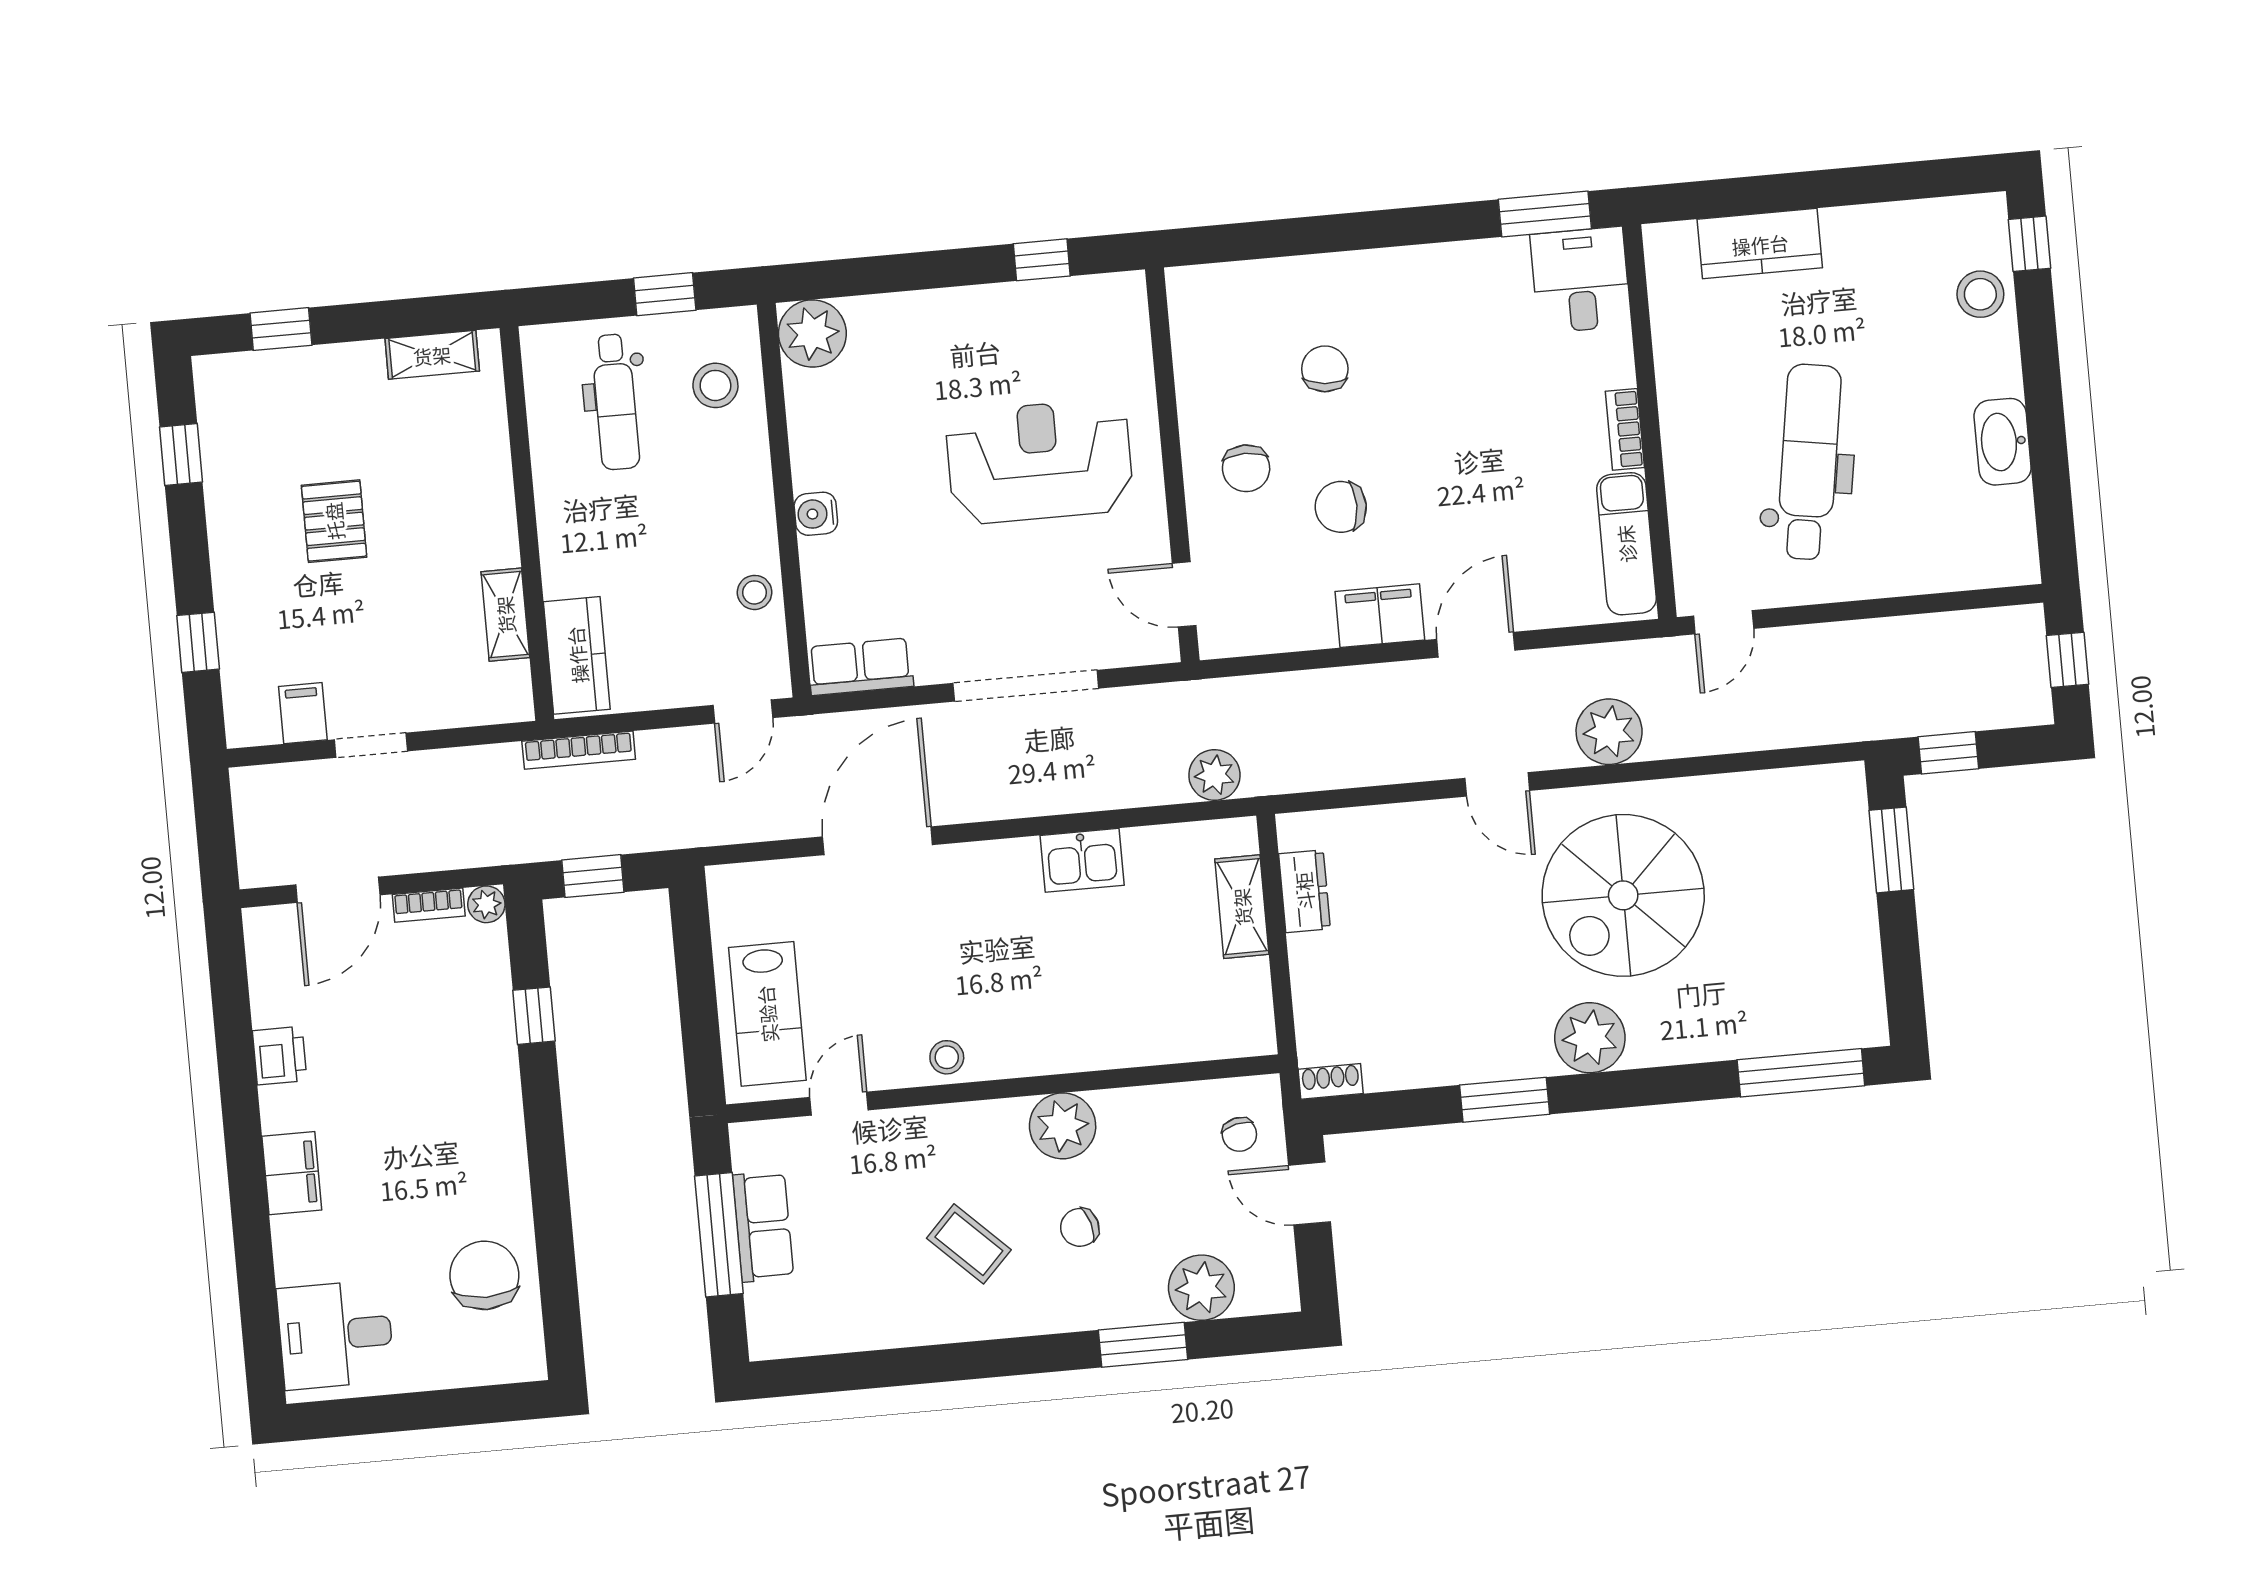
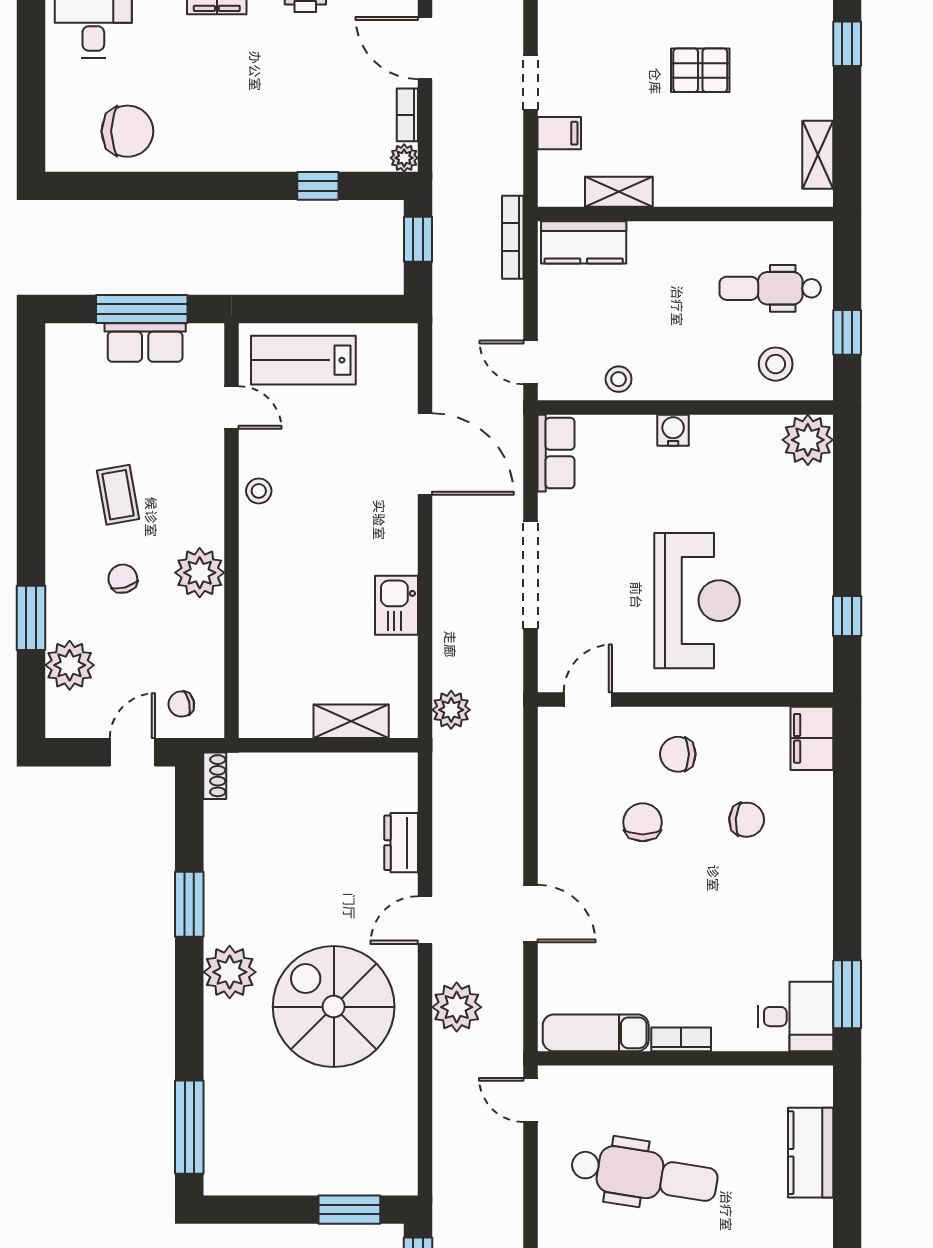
filing cabinet: (1380, 616) -> (812, 738), moved, turned 180
filing cabinet: (303, 713) -> (559, 133), moved
dresser: (1304, 891) -> (401, 843), moved, turned 90
coffee table: (969, 1244) -> (118, 495), turned -54

